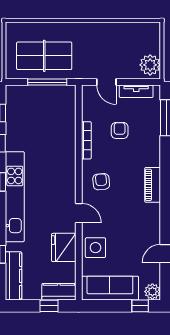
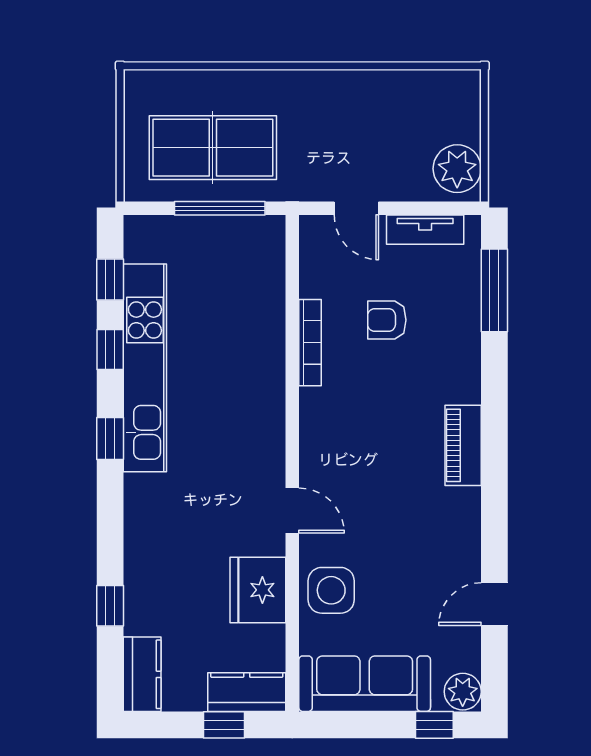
armchair: (120, 130) -> (387, 320), turned -90
armchair: (101, 182) -> (344, 438), removed
kitchen unit: (15, 197) -> (145, 368), moved
kitchen counter: (14, 276) -> (142, 674), width x0.67

